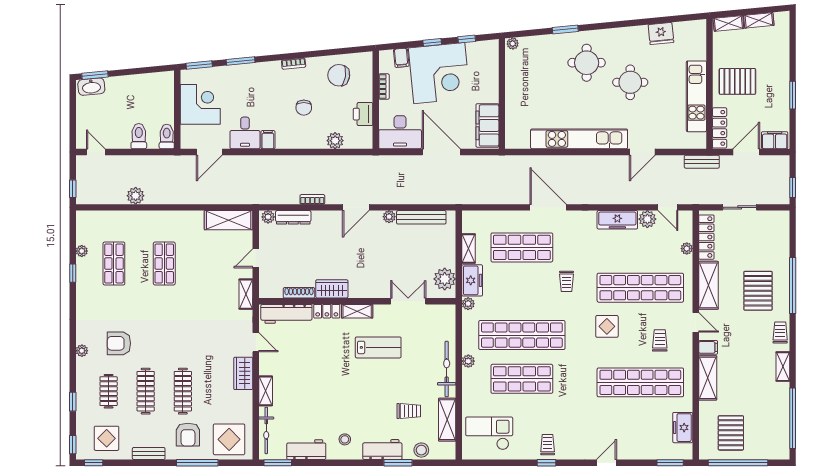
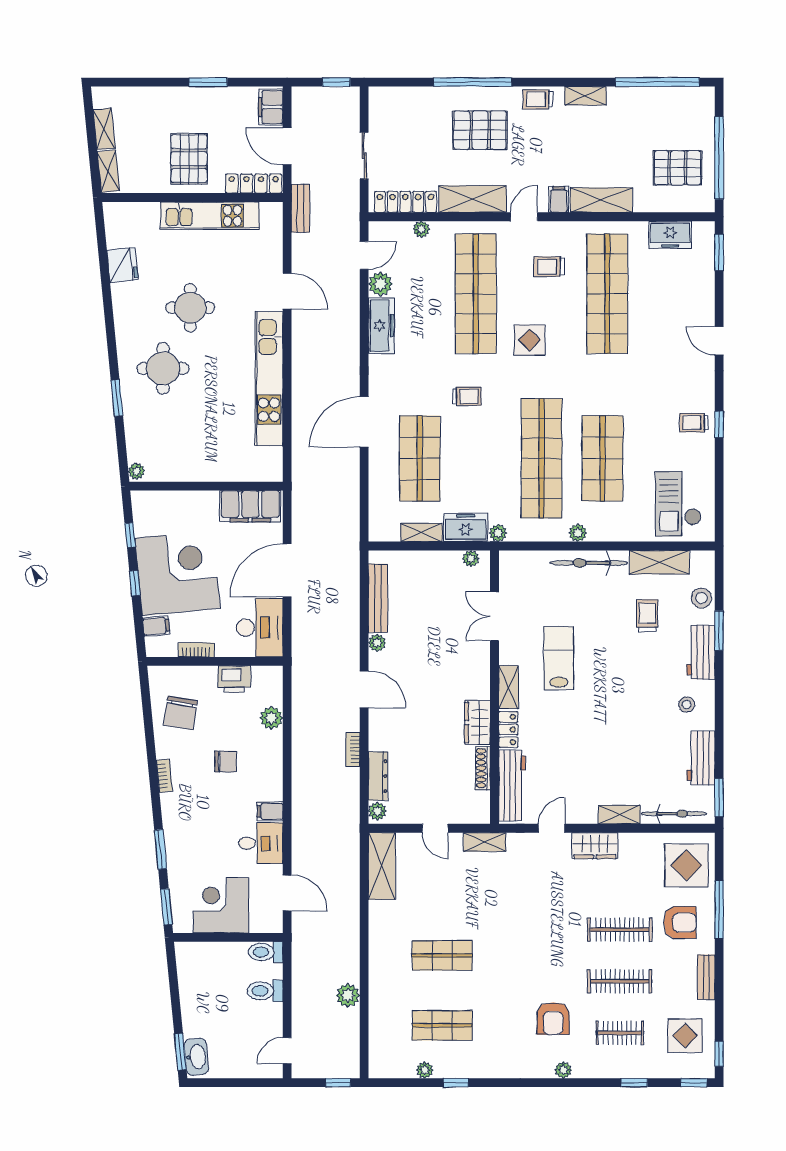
plant: (445, 279) -> (471, 558), width x0.53, depth x0.53

